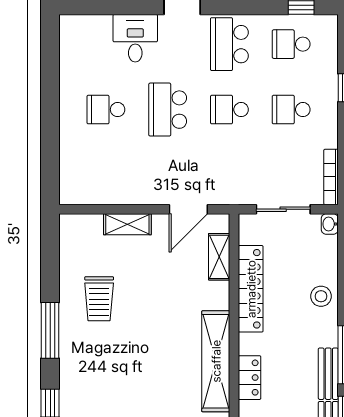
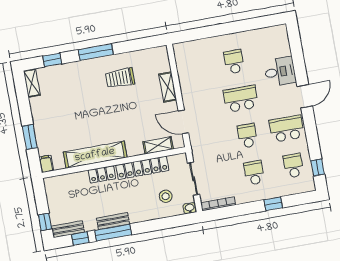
stool: (321, 296) -> (166, 196), moved
bench: (328, 374) -> (113, 221), moved
locker: (250, 378) -> (102, 174), moved

